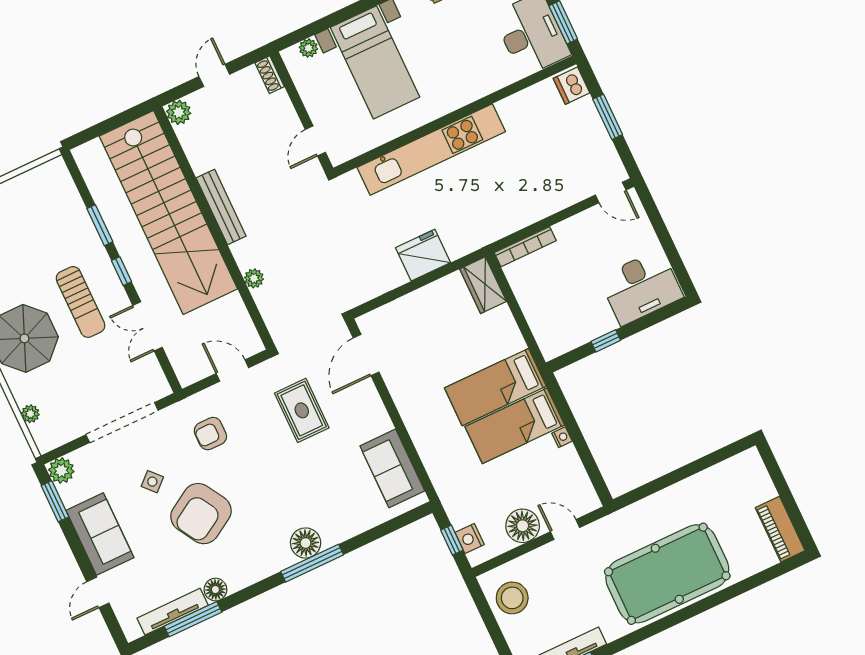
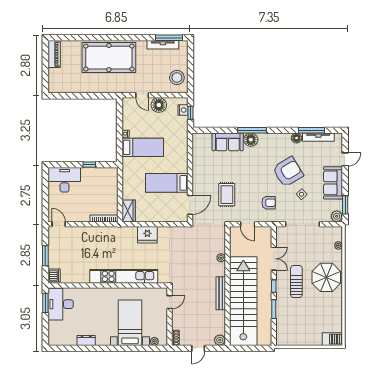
bed: (495, 387) -> (167, 183), moved, turned 180
sofa: (392, 468) -> (228, 142), moved, turned 90

